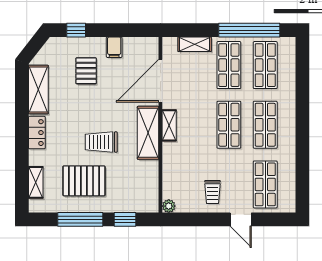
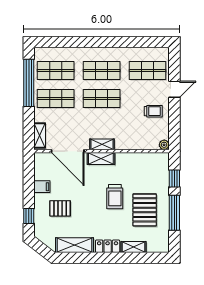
shelving: (195, 44) -> (40, 135), moved
shelving: (148, 133) -> (101, 159), width x0.67, depth x0.75
shelving: (36, 182) -> (134, 247), moved

